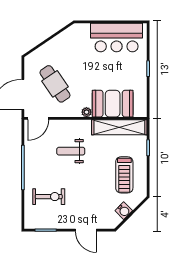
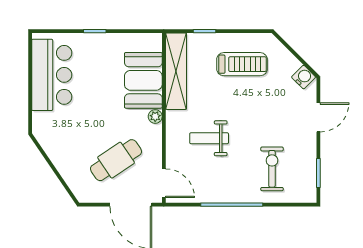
weight bench: (71, 151) -> (209, 138), turned 90
water cooler: (124, 211) -> (304, 77), moved

